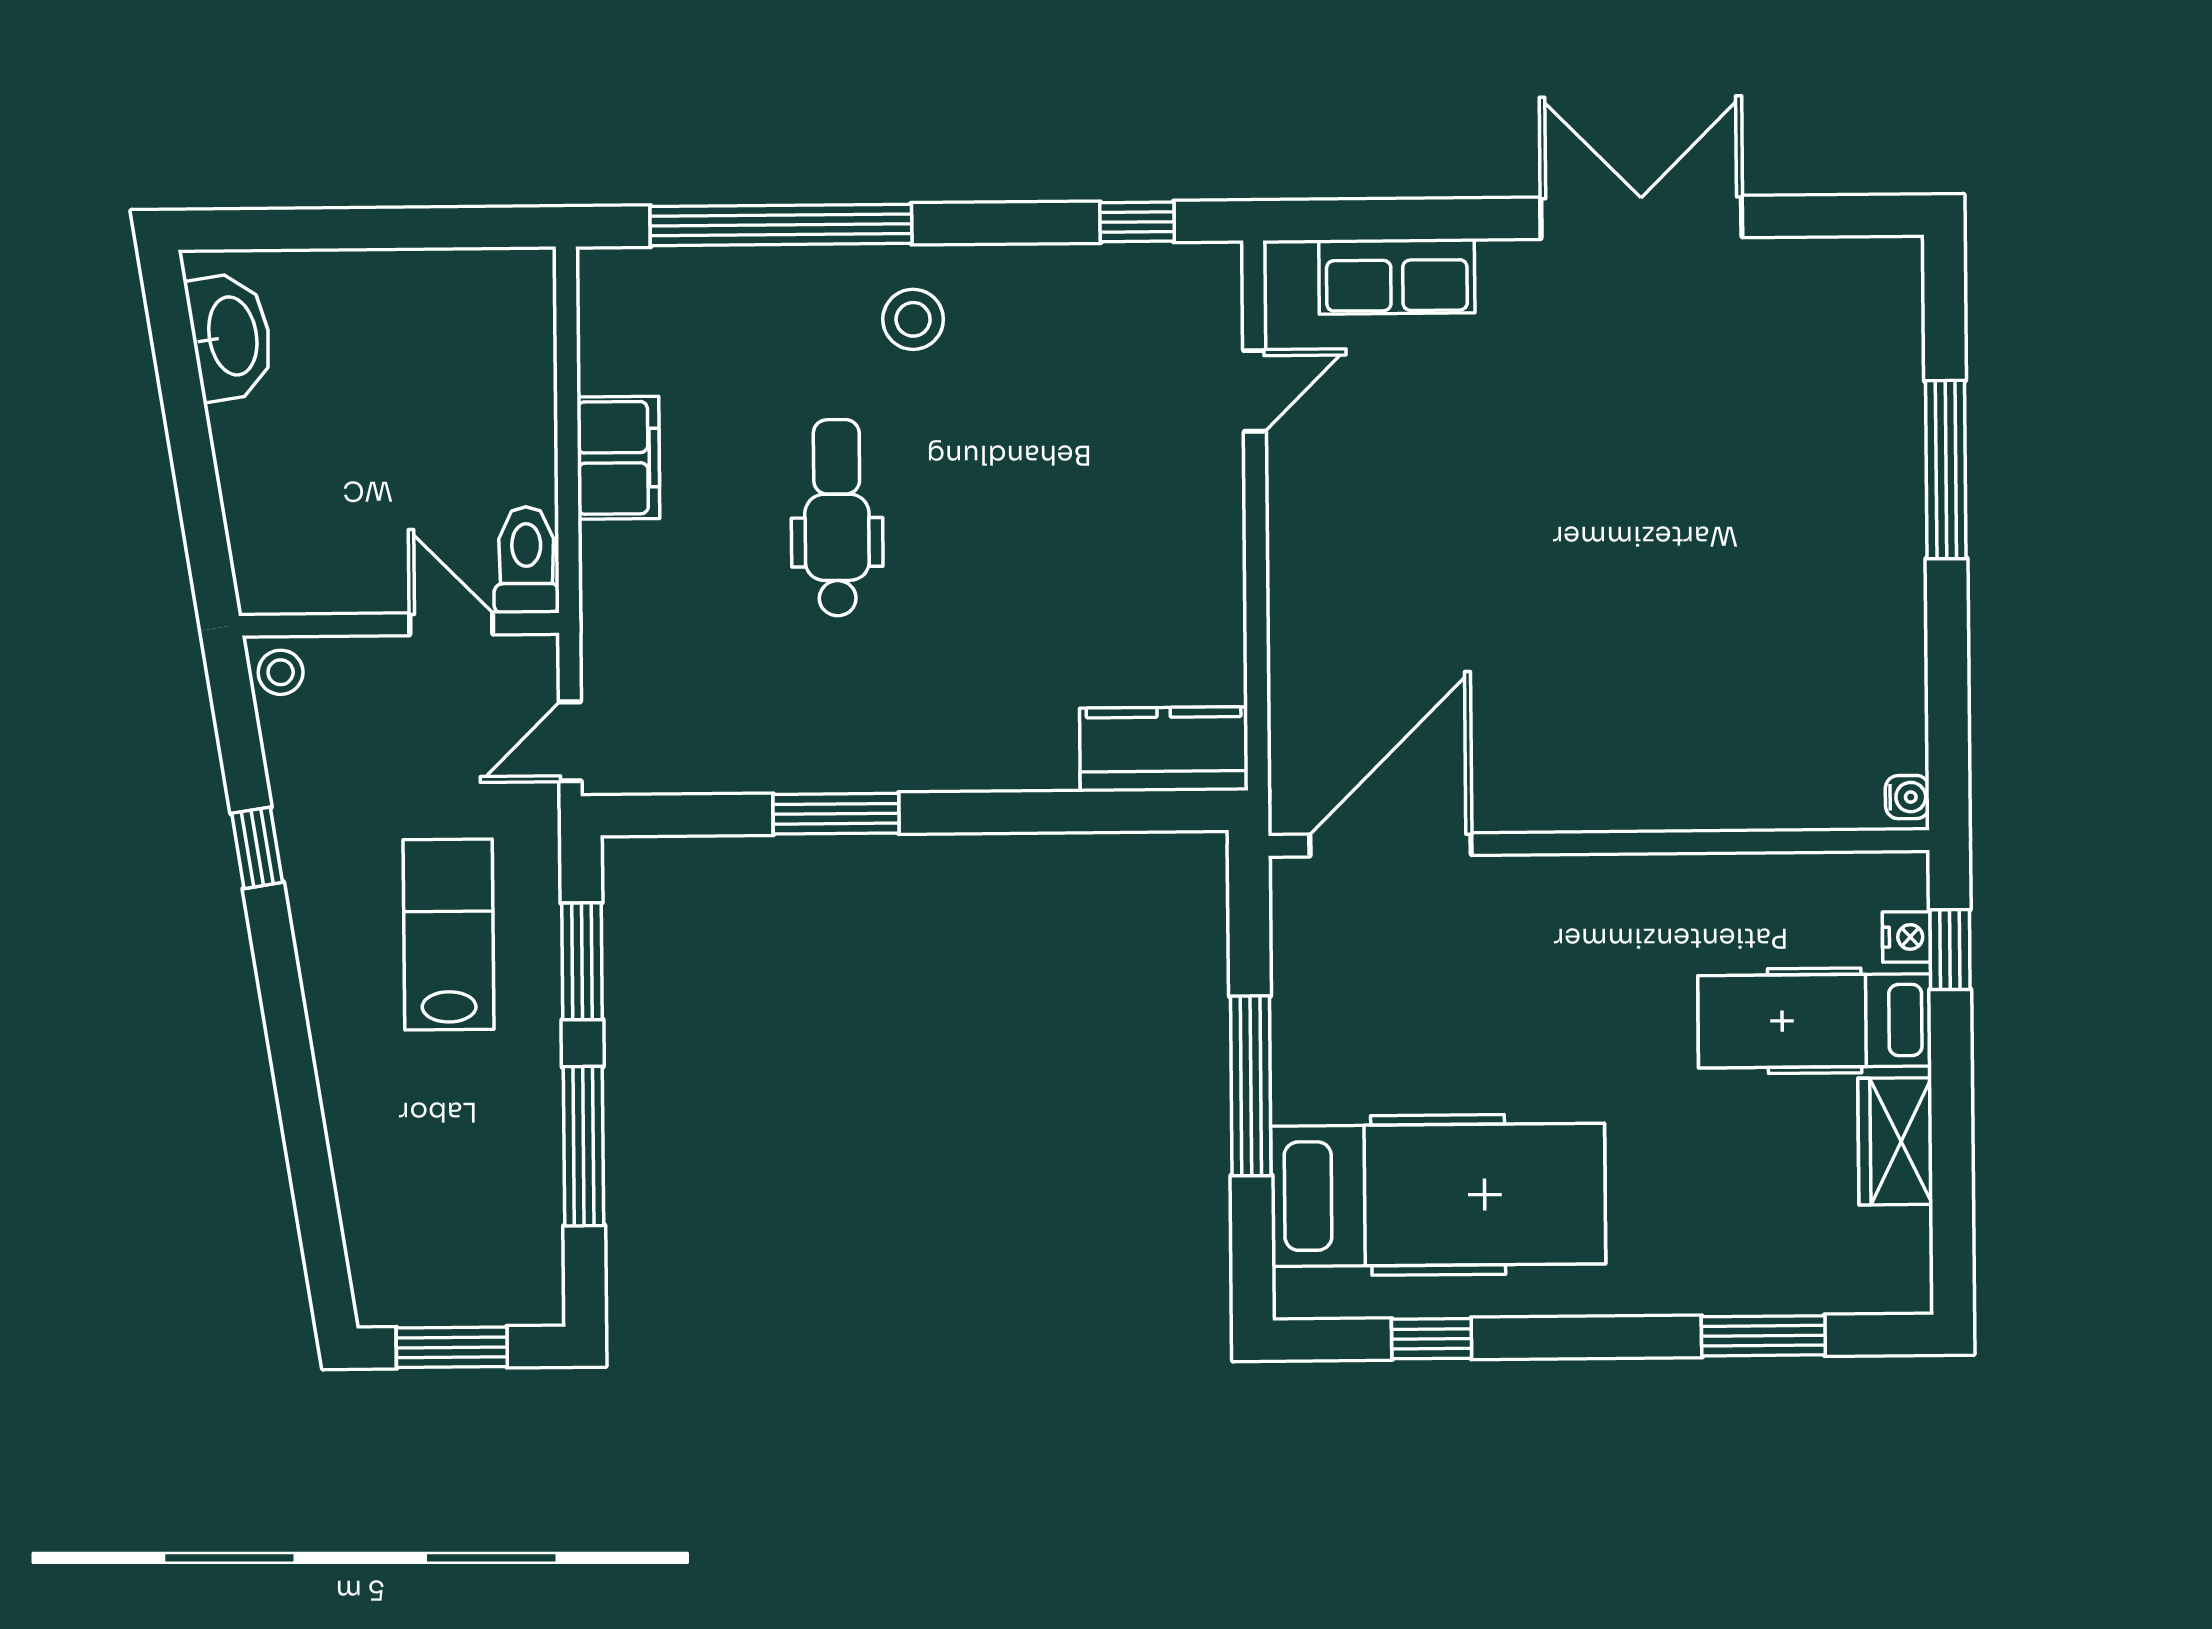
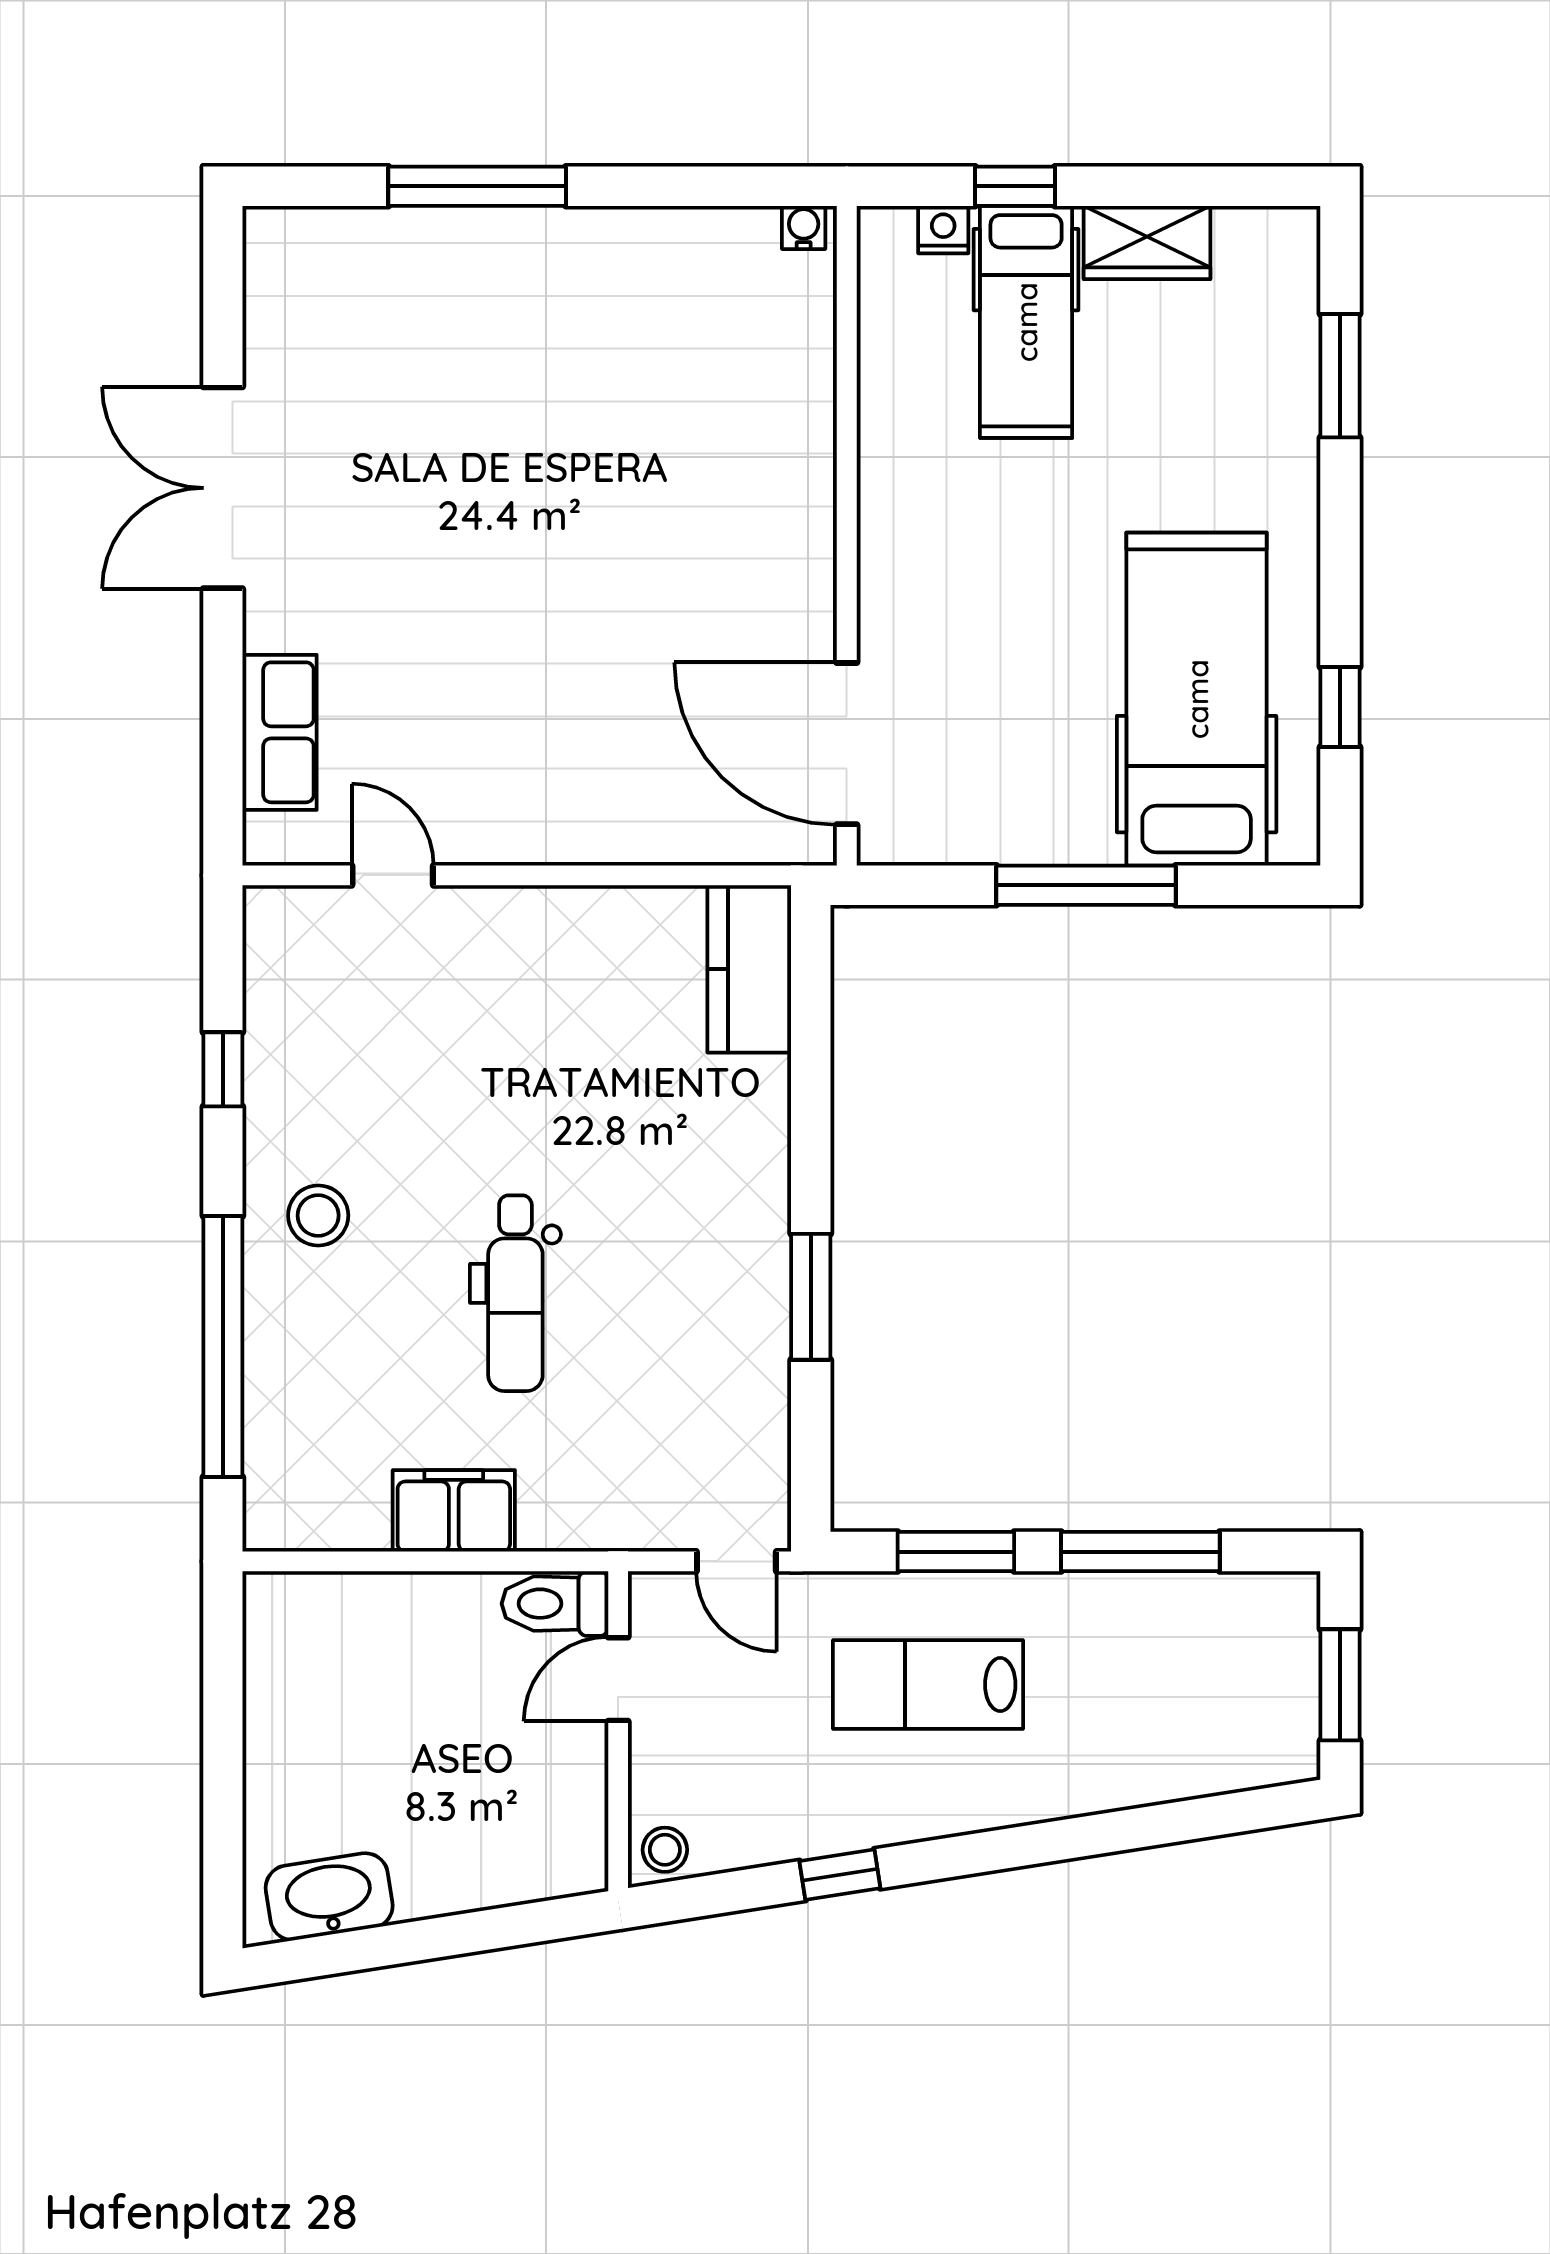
window: (1137, 222) -> (223, 1069), moved
dental chair: (837, 518) -> (515, 1293), turned -90
window: (1950, 950) -> (1015, 186), moved

